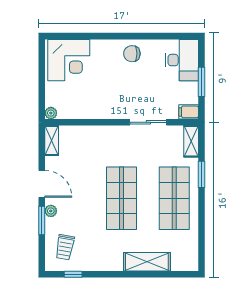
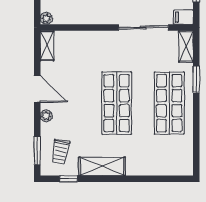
sliding door: (148, 122) -> (143, 27), width x1.37
window: (42, 221) -> (37, 151), moved
shelving: (147, 262) -> (102, 166), moved

